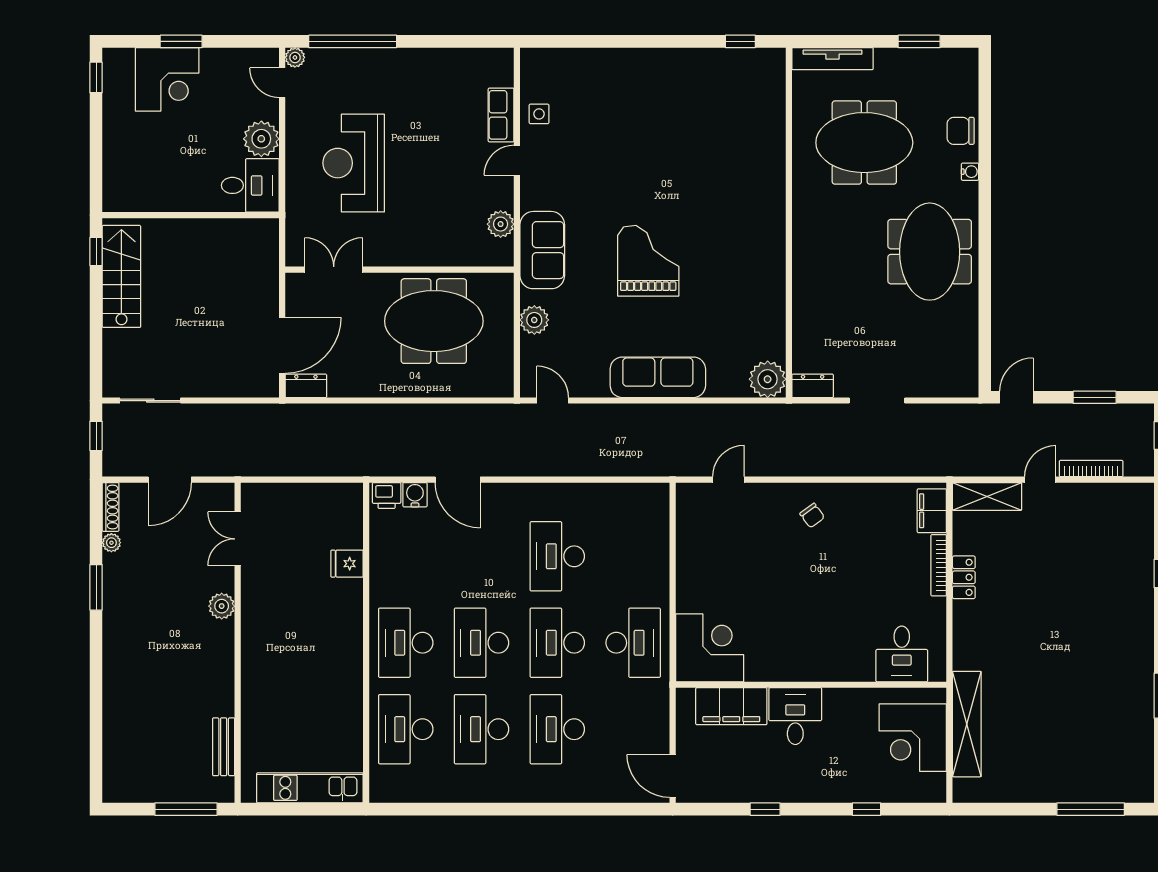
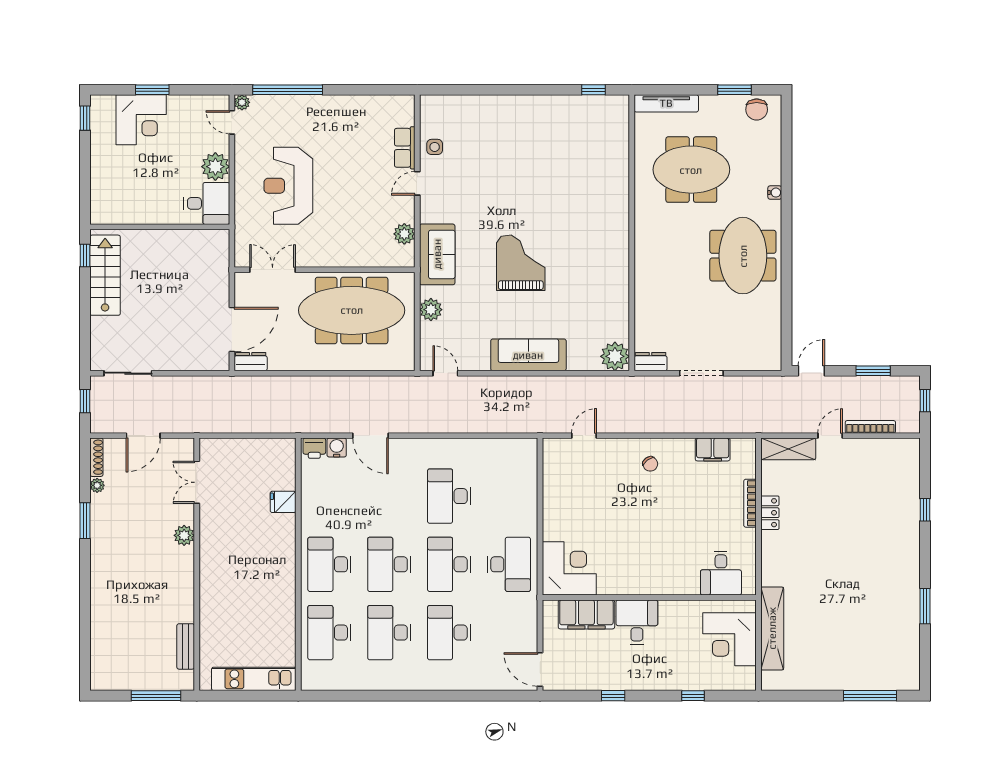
chair: (961, 131) -> (757, 110), moved, turned -90
meeting table: (434, 321) -> (352, 310), width x1.36
filing cabinet: (932, 511) -> (713, 449), moved, turned -90

